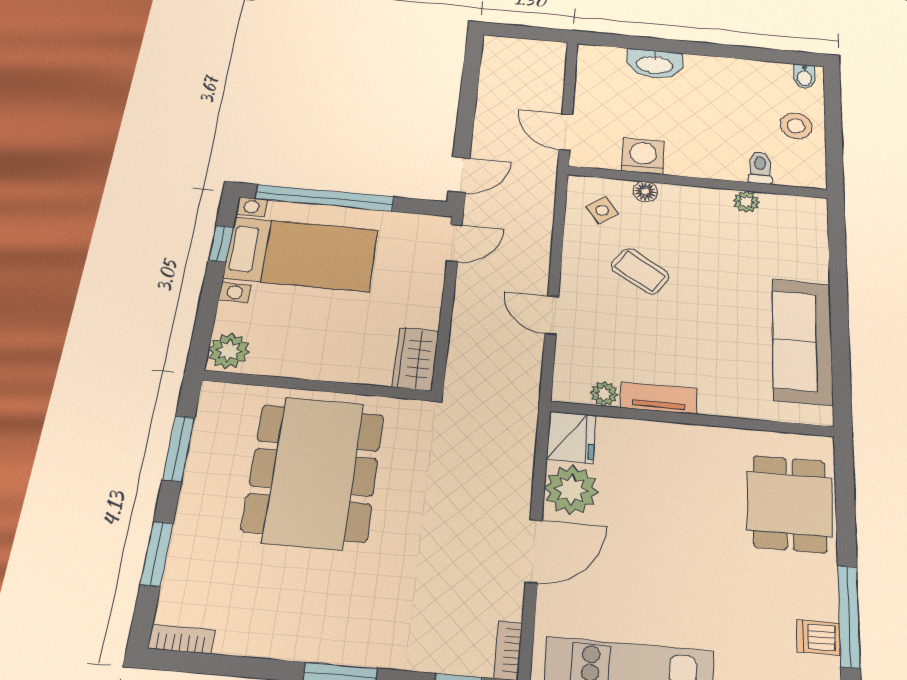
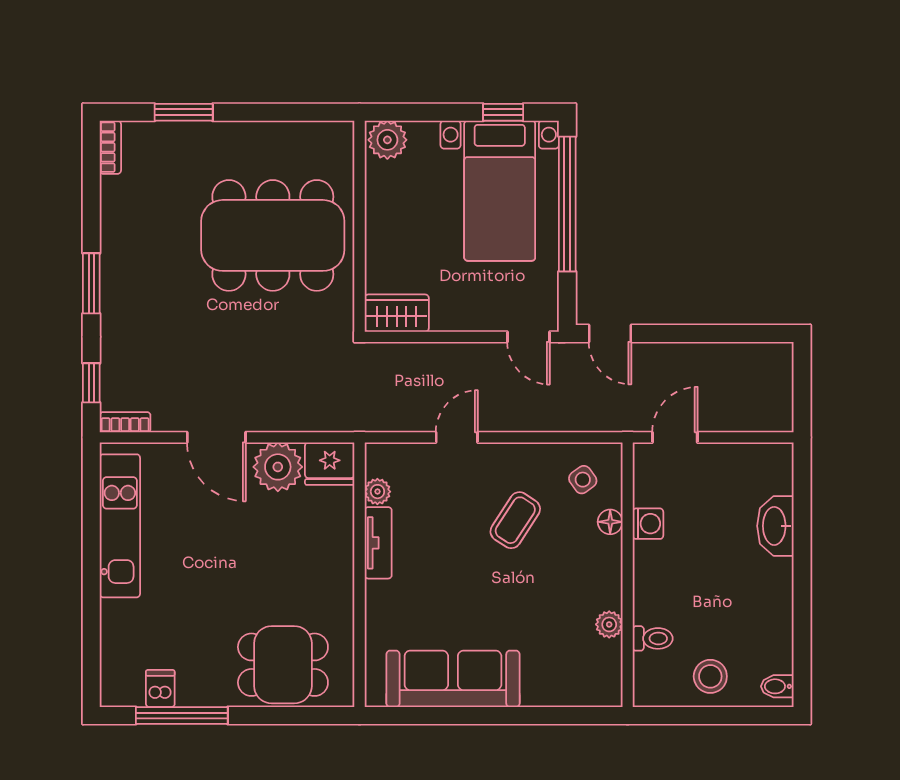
washing machine: (643, 156) -> (648, 524), width x0.73, depth x0.73
window: (179, 448) -> (284, 112), removed

